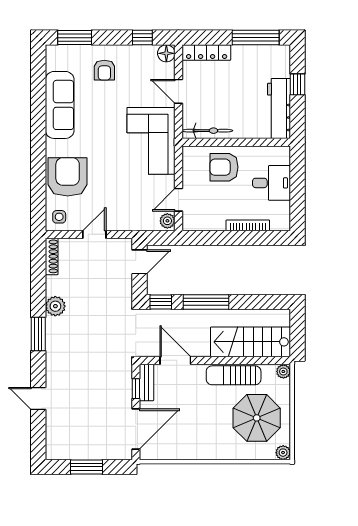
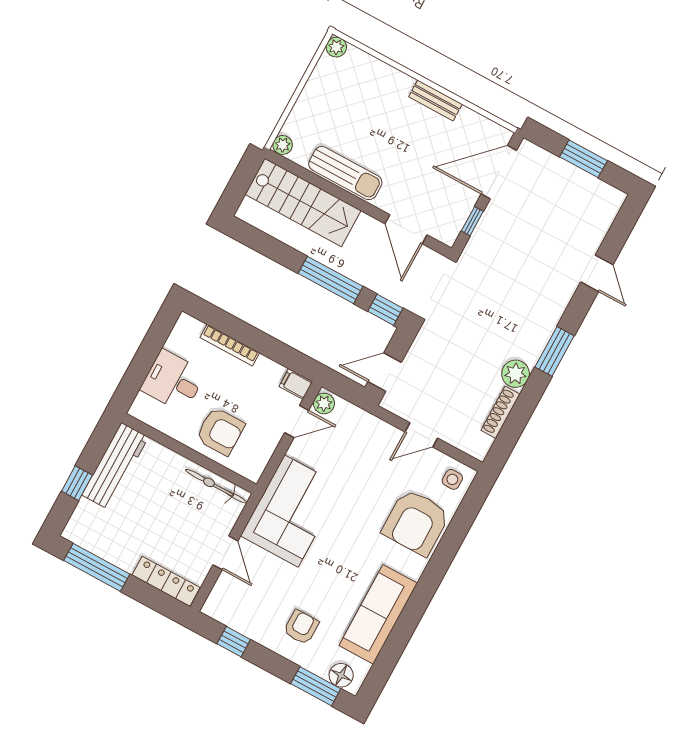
floor lamp: (166, 53) -> (341, 675), moved
filing cabinet: (192, 223) -> (296, 384), added
shoe rack: (52, 256) -> (500, 412), moved
bench: (147, 382) -> (435, 100), moved, turned 90
parasol: (257, 418) -> (345, 106), removed

